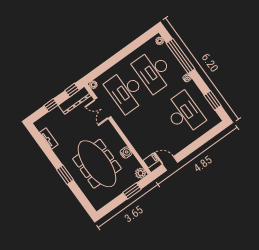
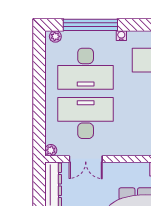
window: (72, 90) -> (39, 180), removed
desk: (126, 91) -> (86, 118), turned 180

